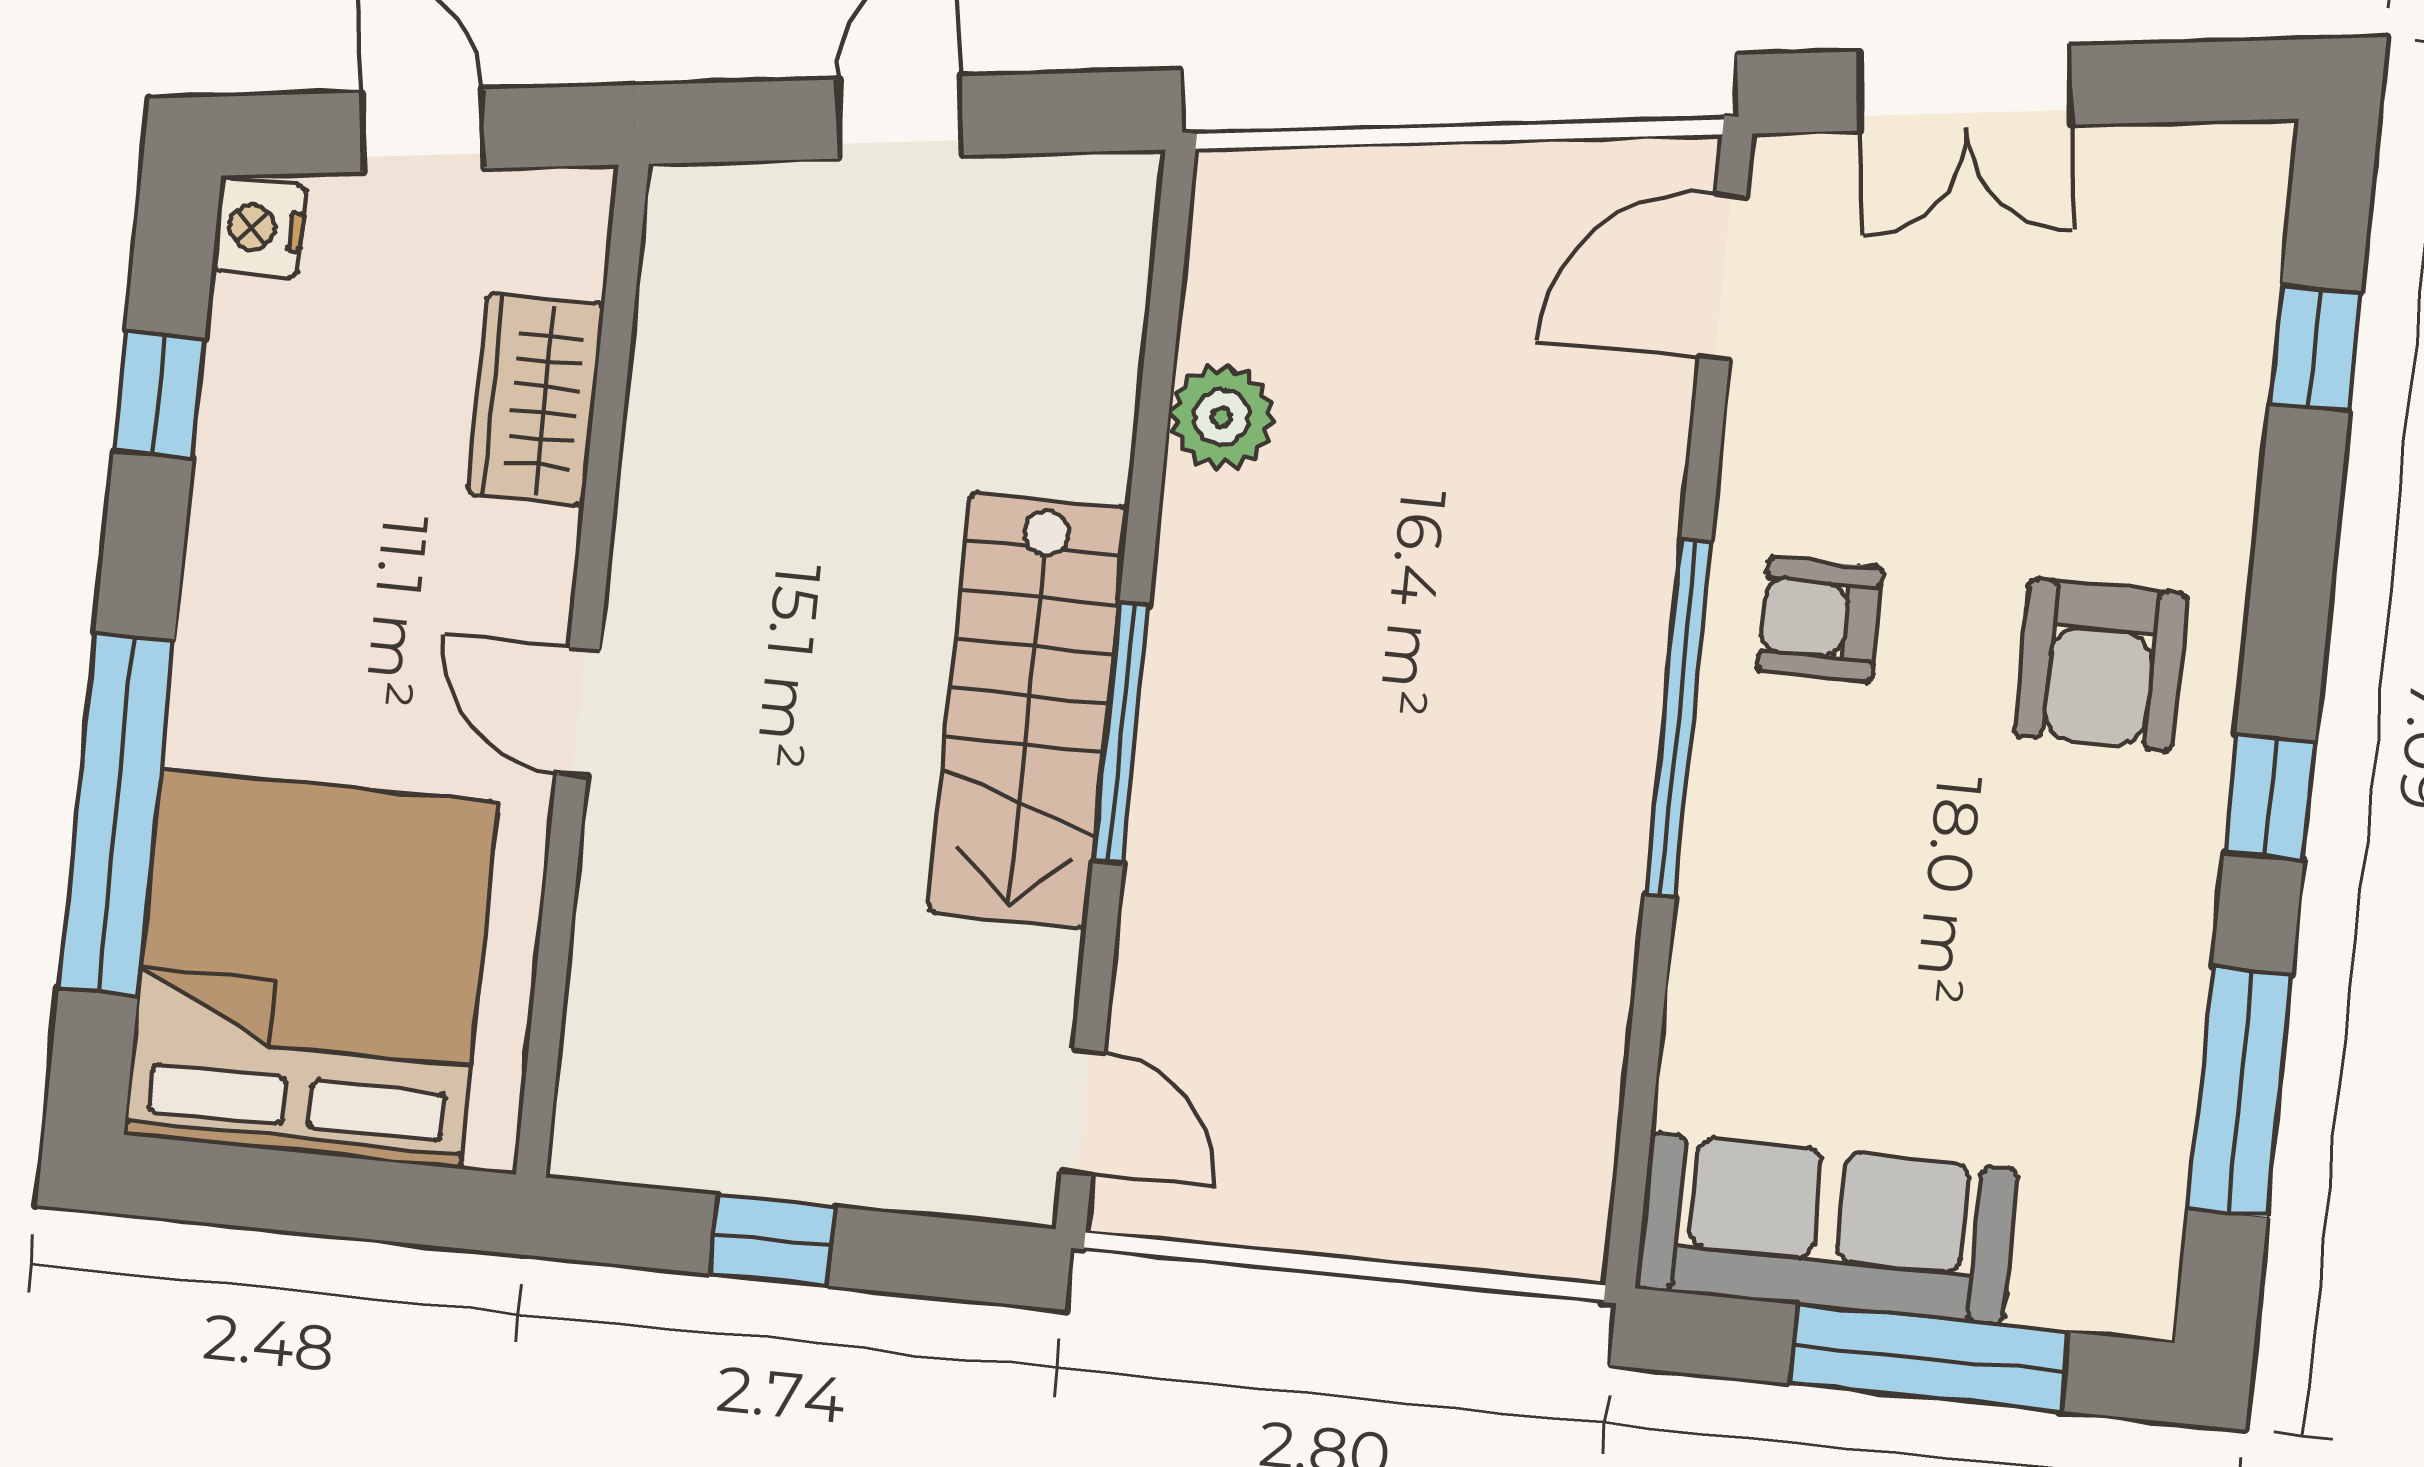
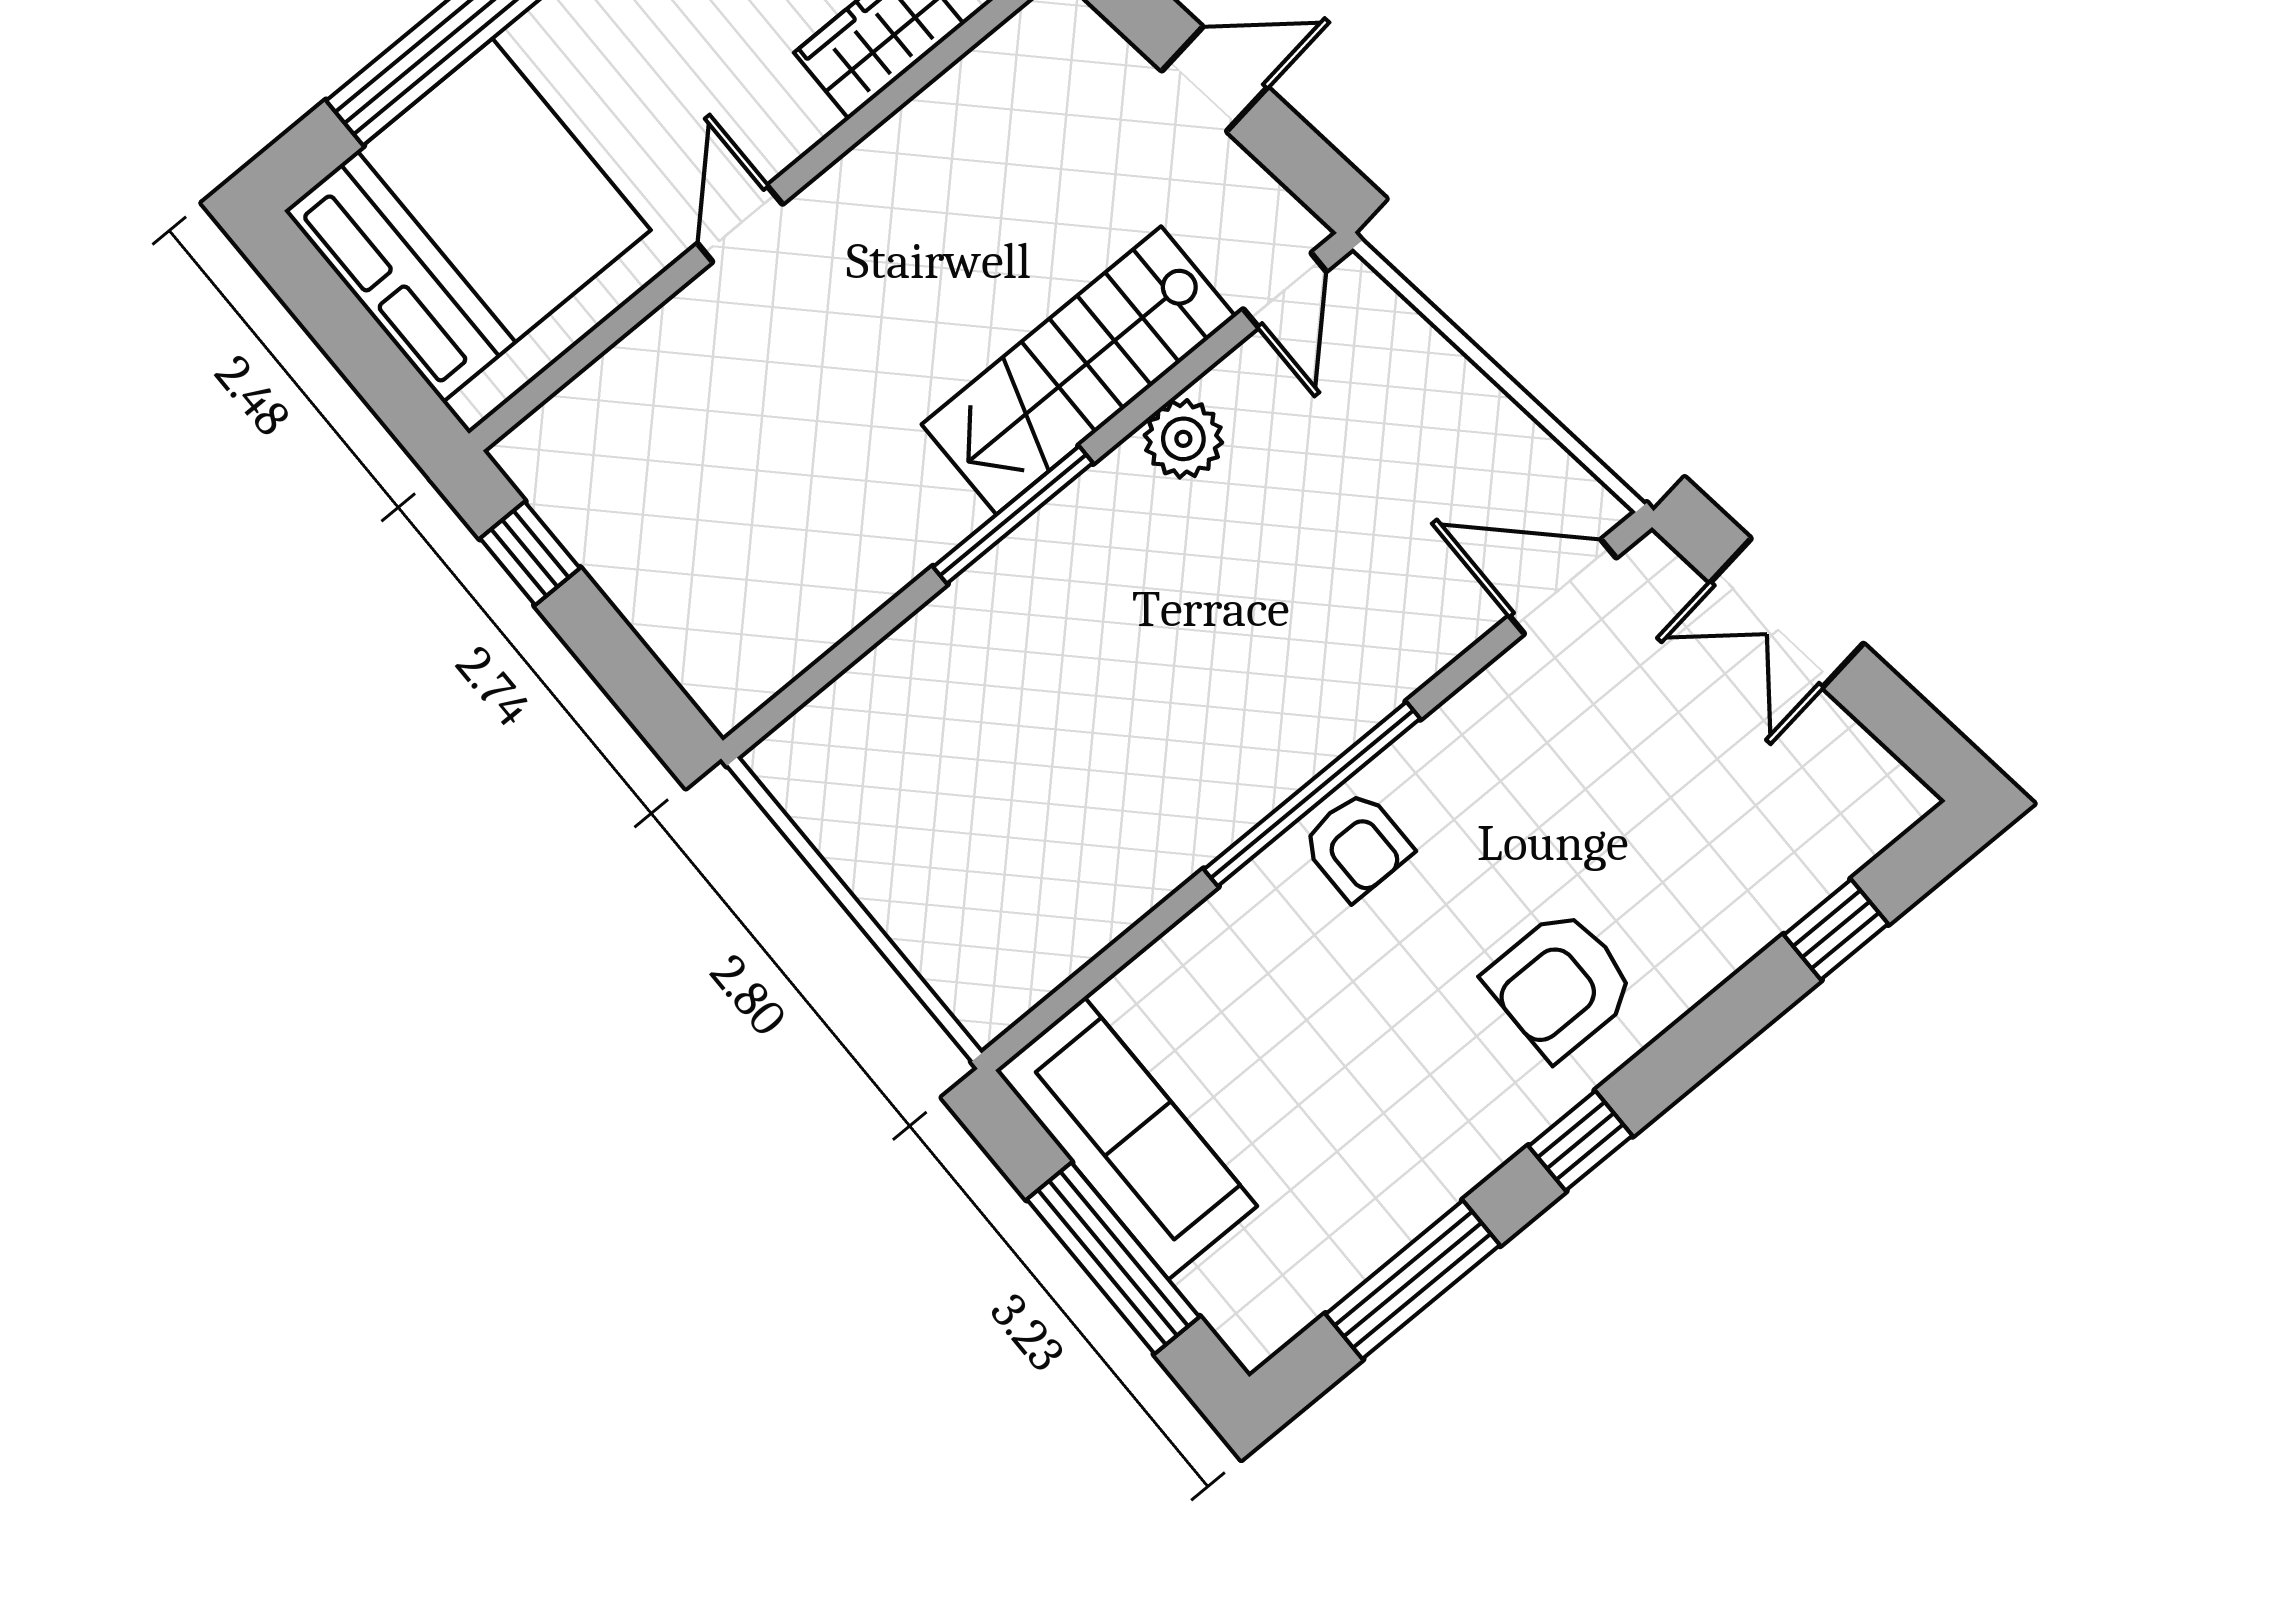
plant: (1222, 417) -> (1183, 439), moved
armchair: (1820, 619) -> (1357, 846), moved, turned 180
stairs: (1028, 710) -> (1079, 370), moved
door: (1083, 1112) -> (1285, 290), moved
window: (773, 1240) -> (530, 553), moved

